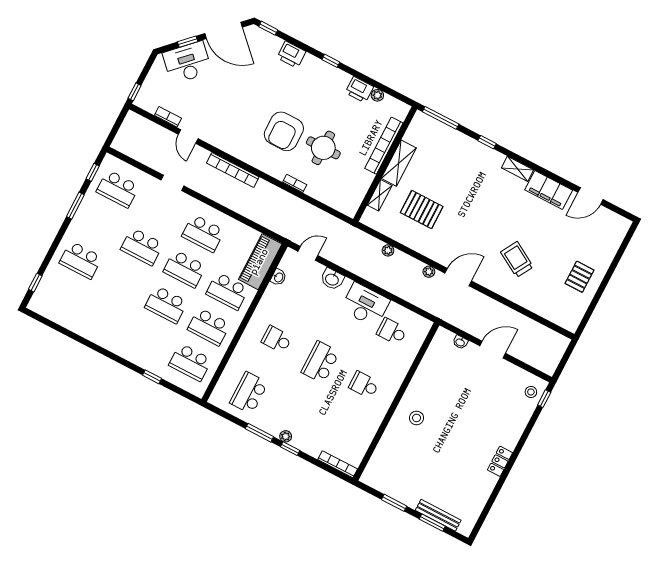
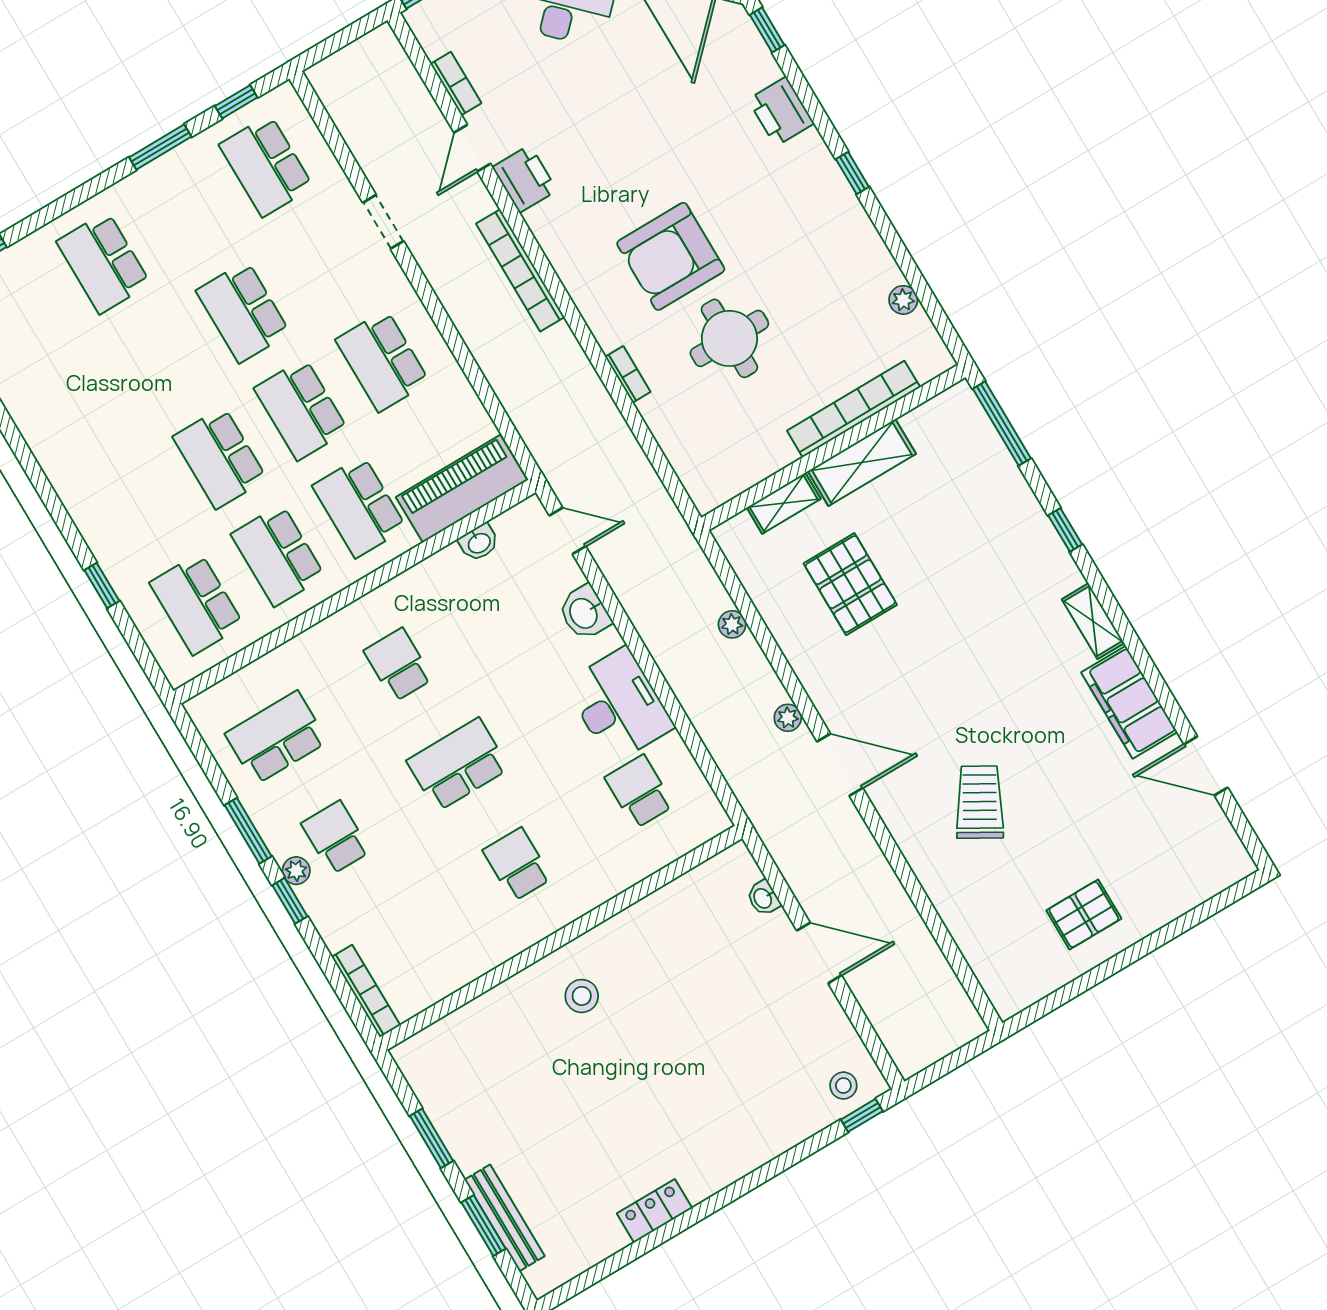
printer: (359, 90) -> (525, 179), moved, turned 180
school desk: (292, 416) -> (336, 837), added
locker: (500, 461) -> (654, 1211), moved

